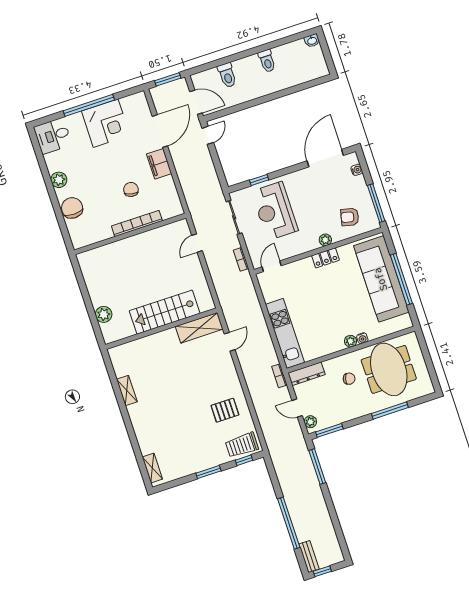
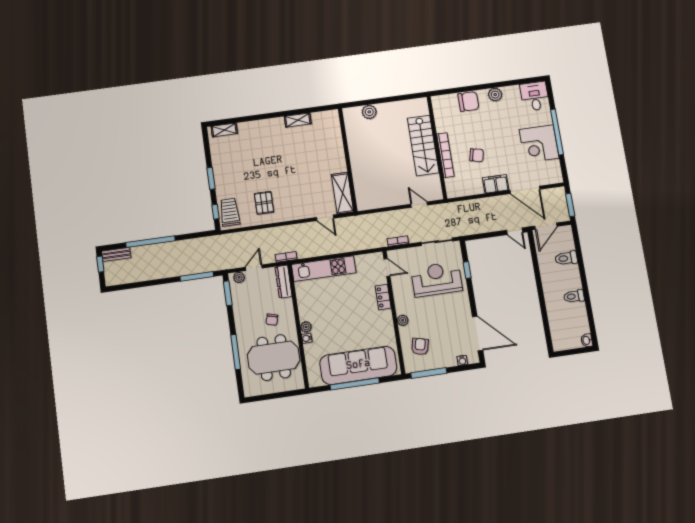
locker: (325, 258) -> (383, 297), moved
stairs: (165, 312) -> (423, 145), moved, turned 180

